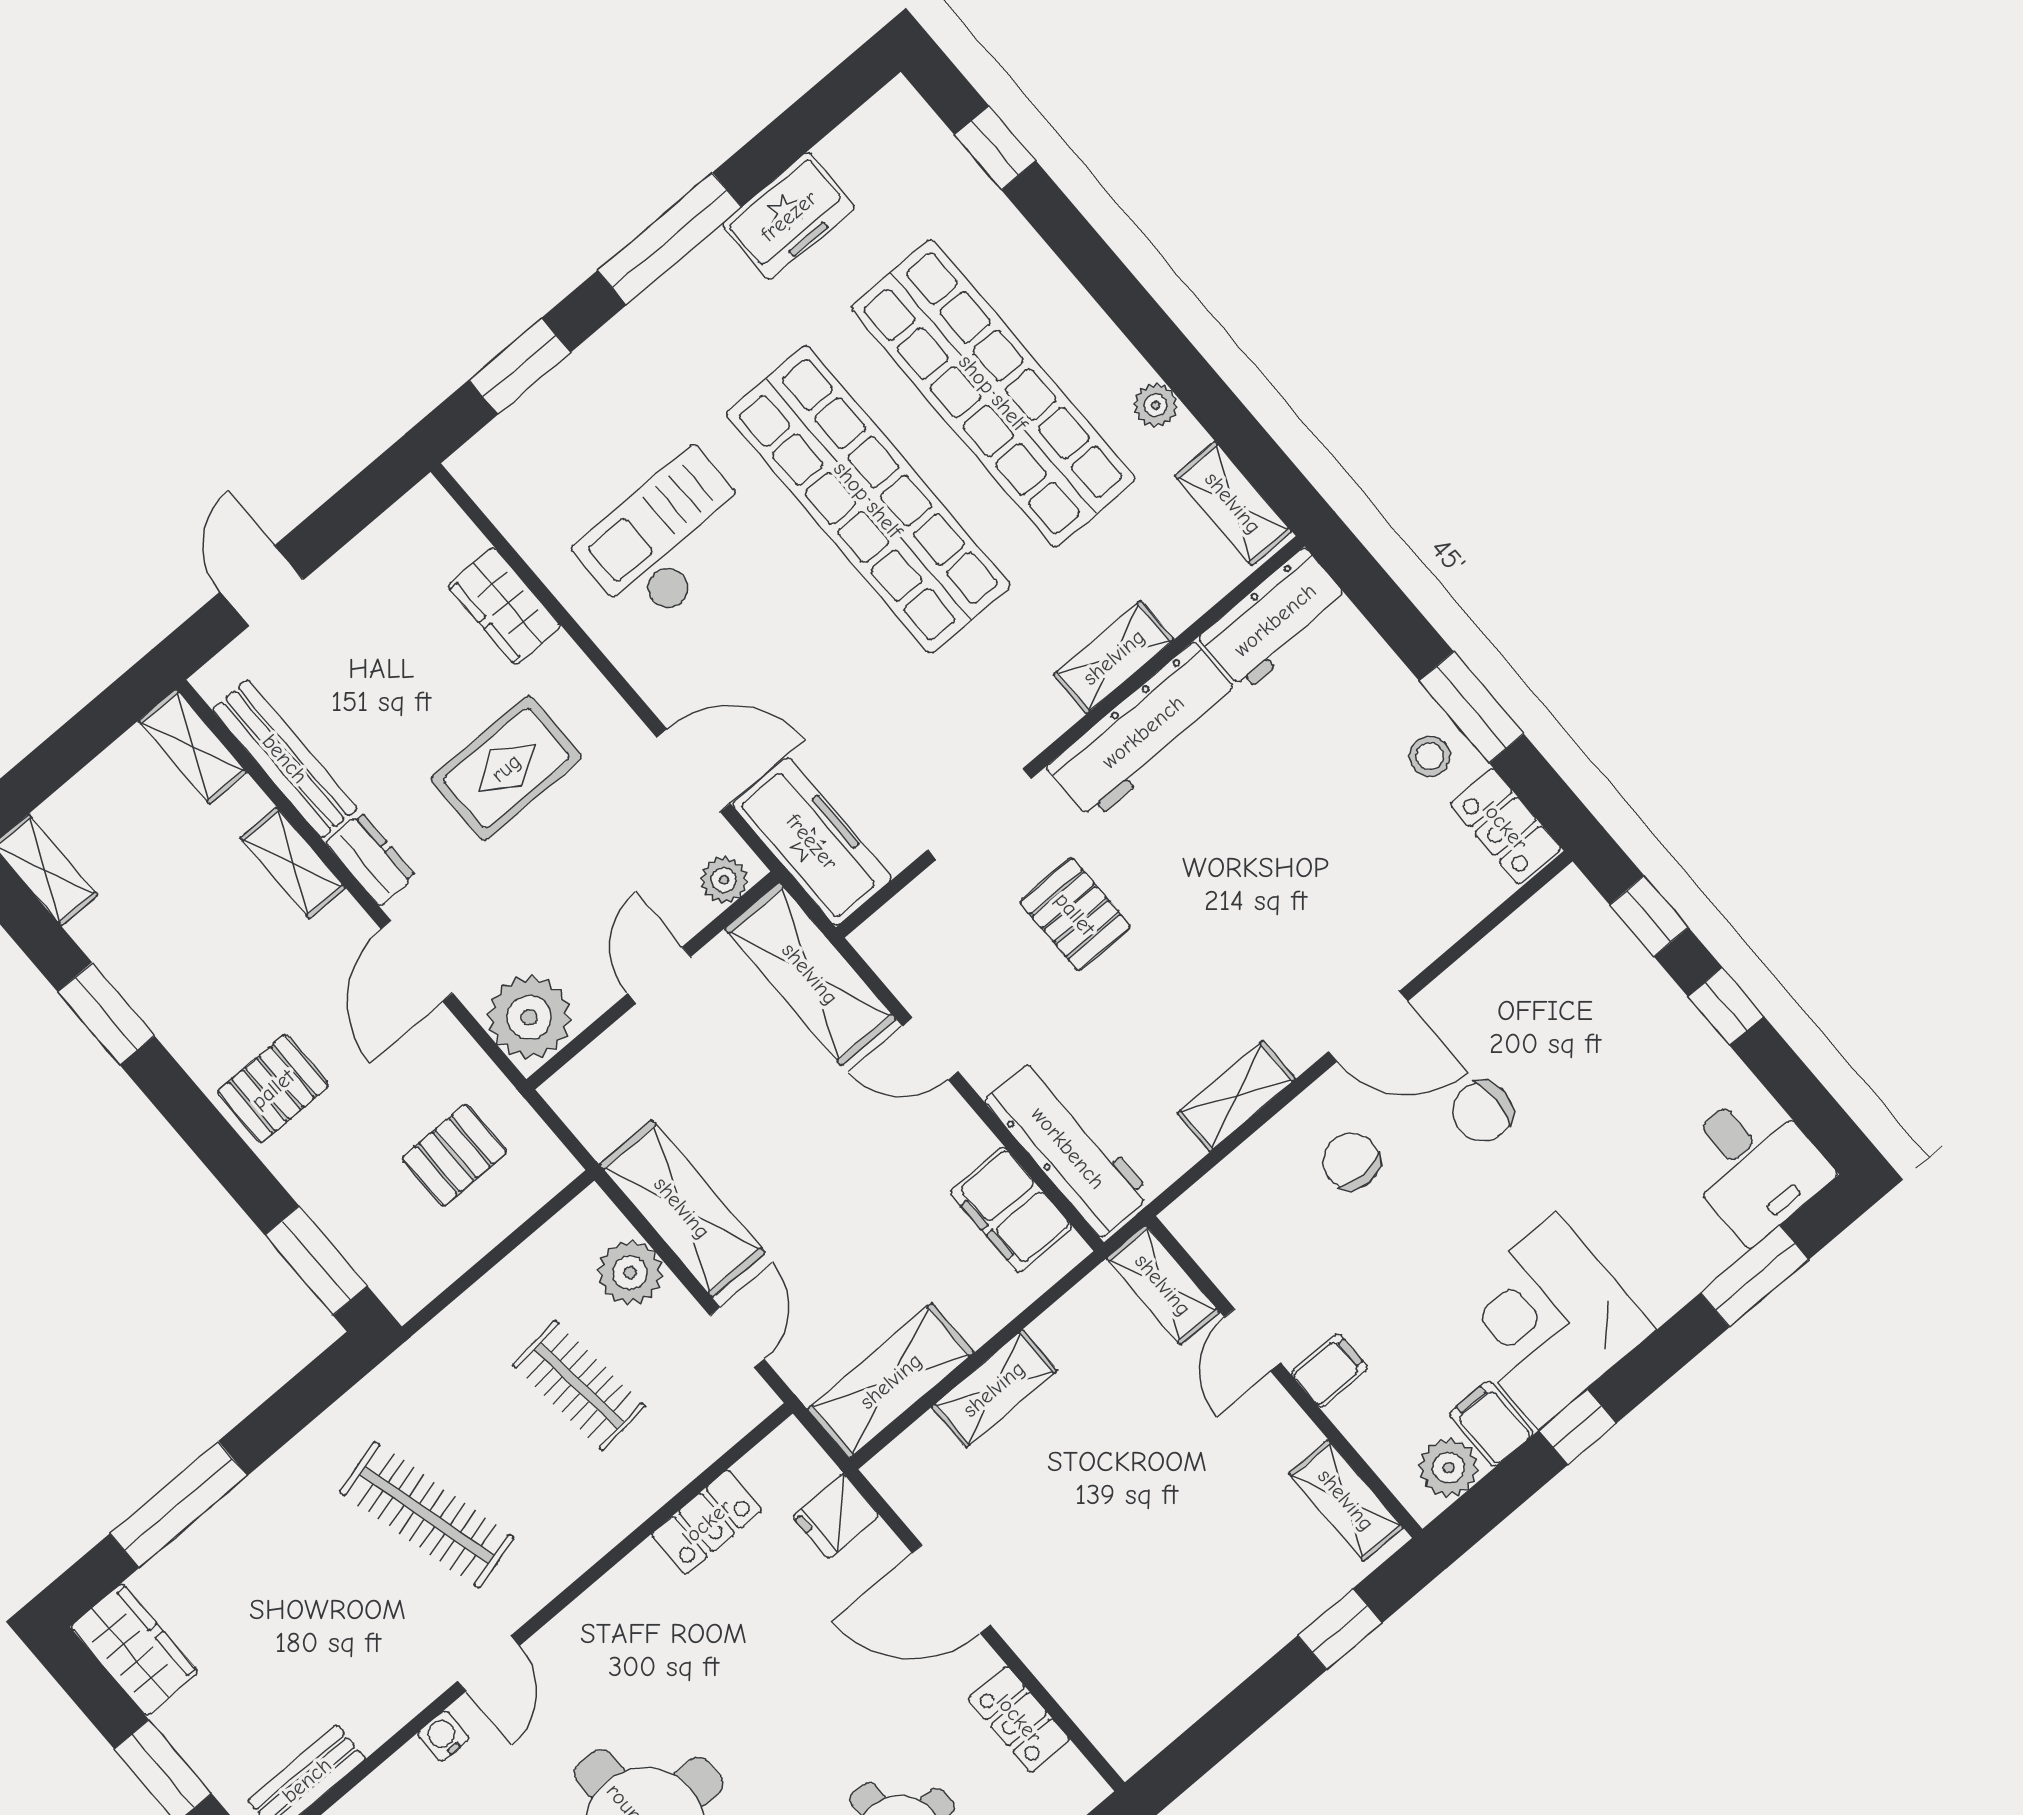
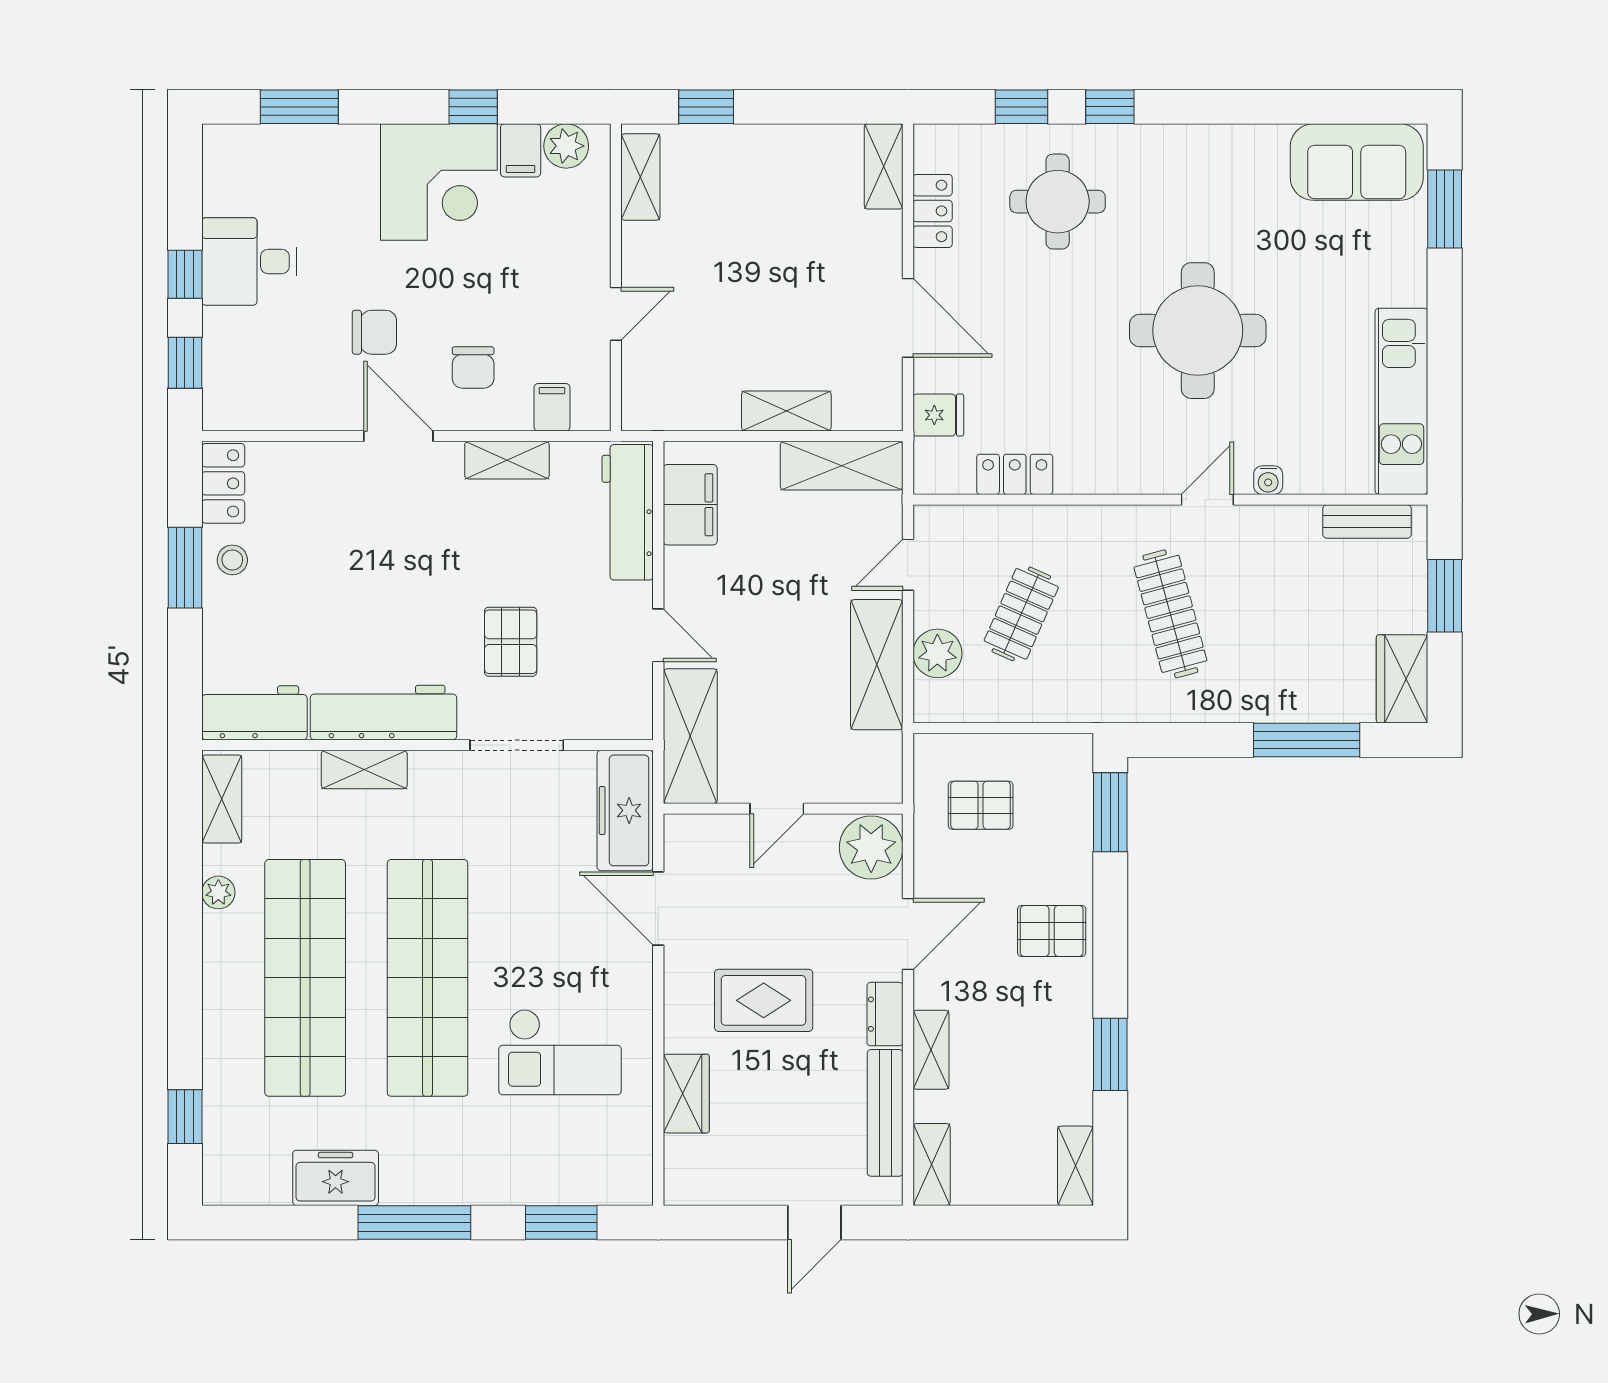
plant: (724, 880) -> (694, 831), removed
desk: (1753, 1164) -> (249, 261), moved, turned -90
shelving: (1163, 1285) -> (884, 166), moved
filing cabinet: (1329, 1371) -> (552, 407), moved, turned 90
clothes rail: (579, 1386) -> (1021, 614), turned 30

